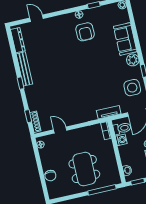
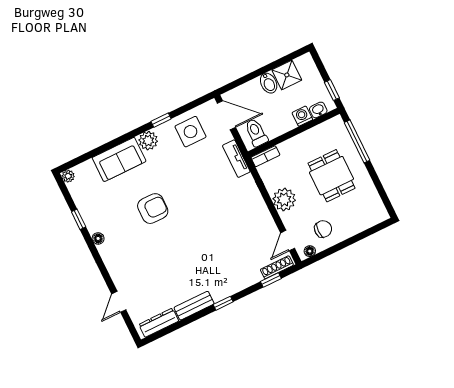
armchair: (85, 32) -> (153, 209), moved
bench: (24, 69) -> (194, 306), width x0.73
door: (60, 130) -> (288, 241), moved
plant: (76, 136) -> (284, 200), added
washing machine: (121, 140) -> (302, 116), moved
dining table: (84, 169) -> (332, 176), width x0.73
chair: (50, 176) -> (323, 229), moved

